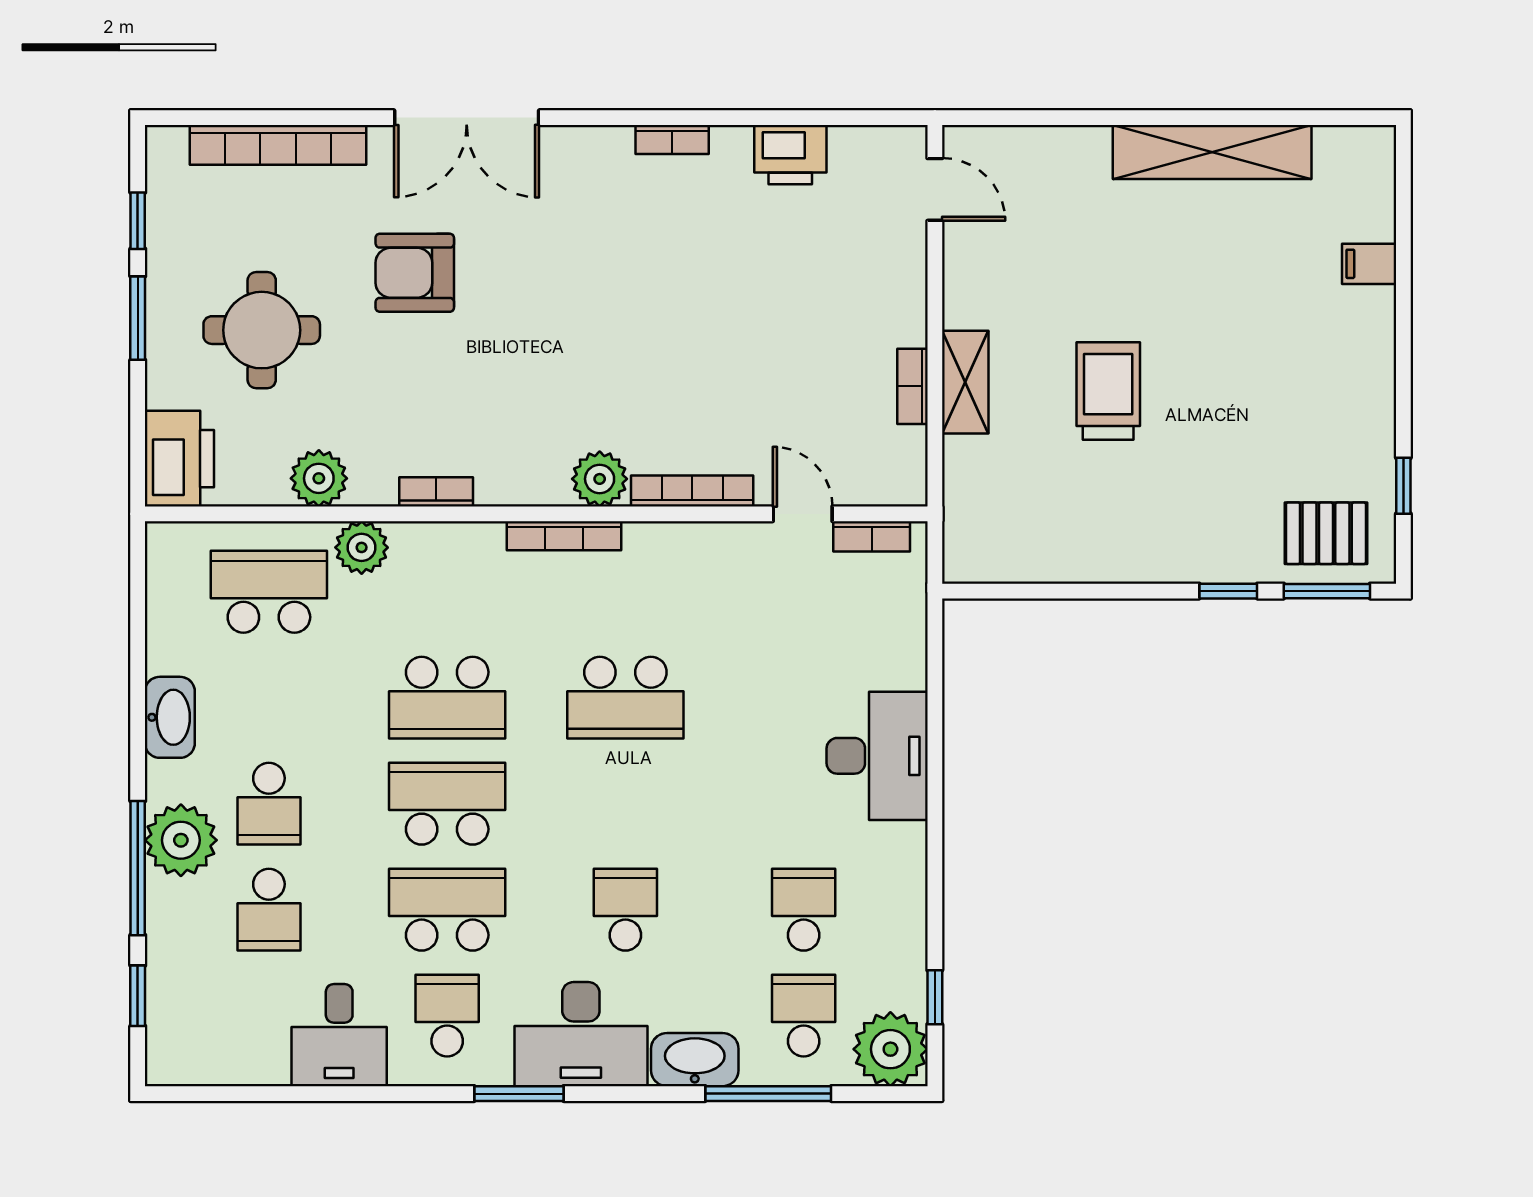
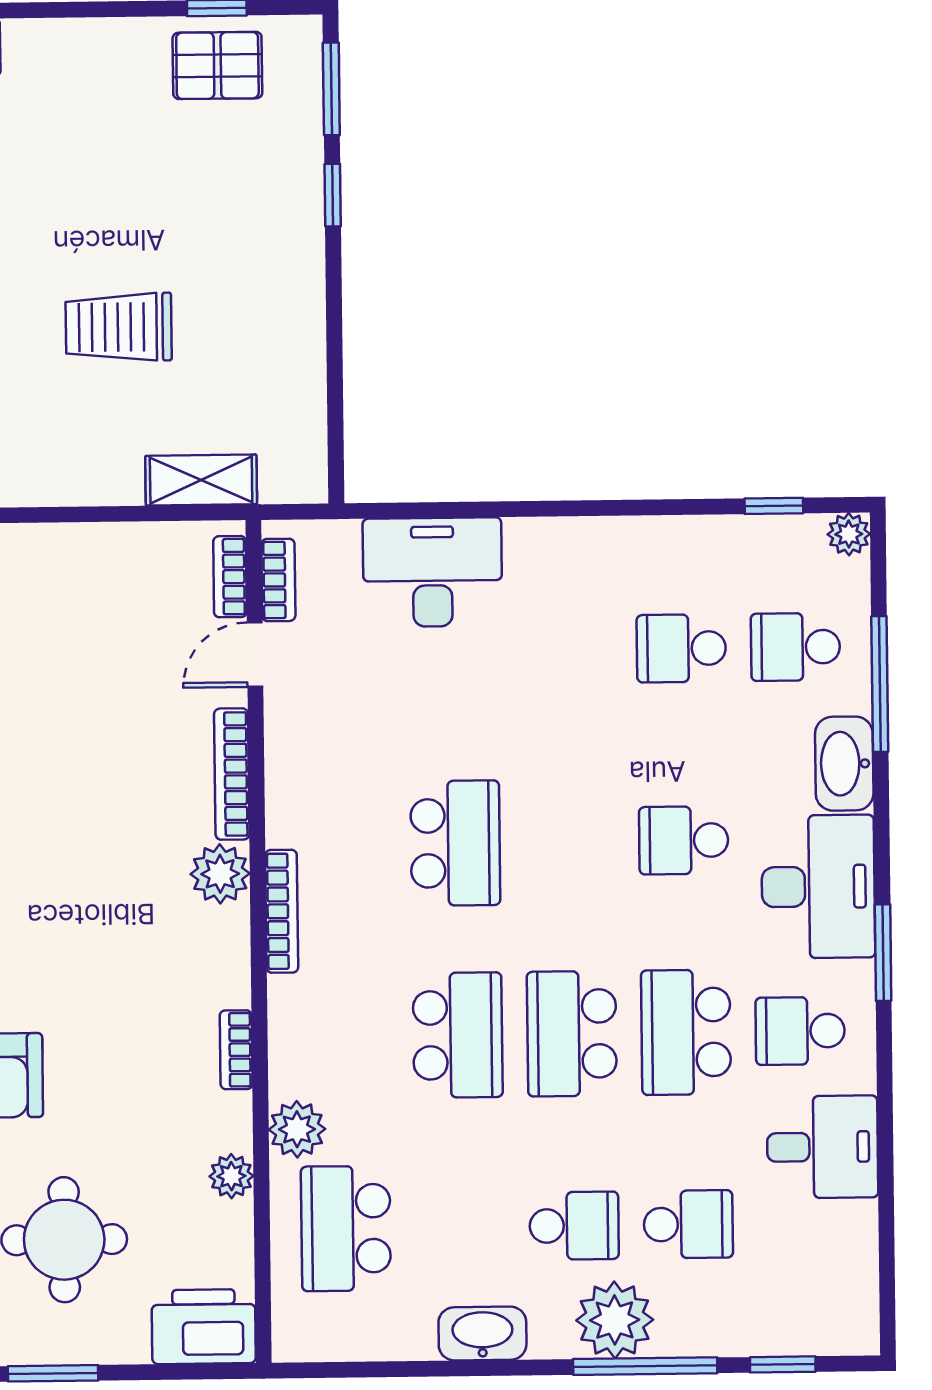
shelving: (965, 382) -> (201, 480), moved
bookcase: (912, 386) -> (230, 577), moved, turned 90
plant: (319, 478) -> (231, 1176), width x0.73, depth x0.73
pallet: (1326, 533) -> (217, 65), moved, turned 90
desk: (877, 756) -> (432, 572), moved
plant: (890, 1049) -> (849, 534), width x0.53, depth x0.53

